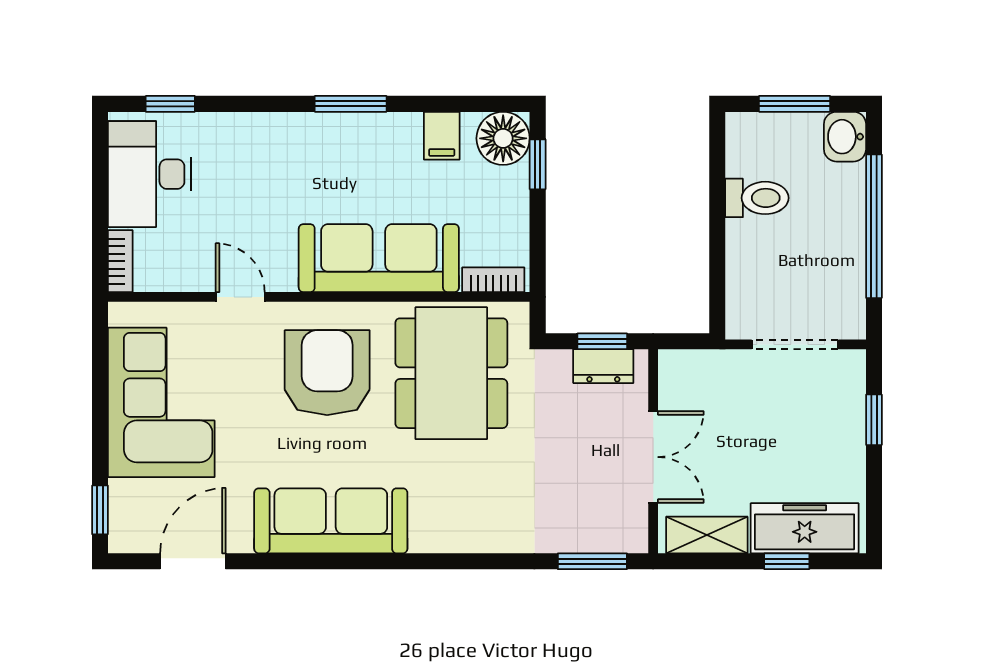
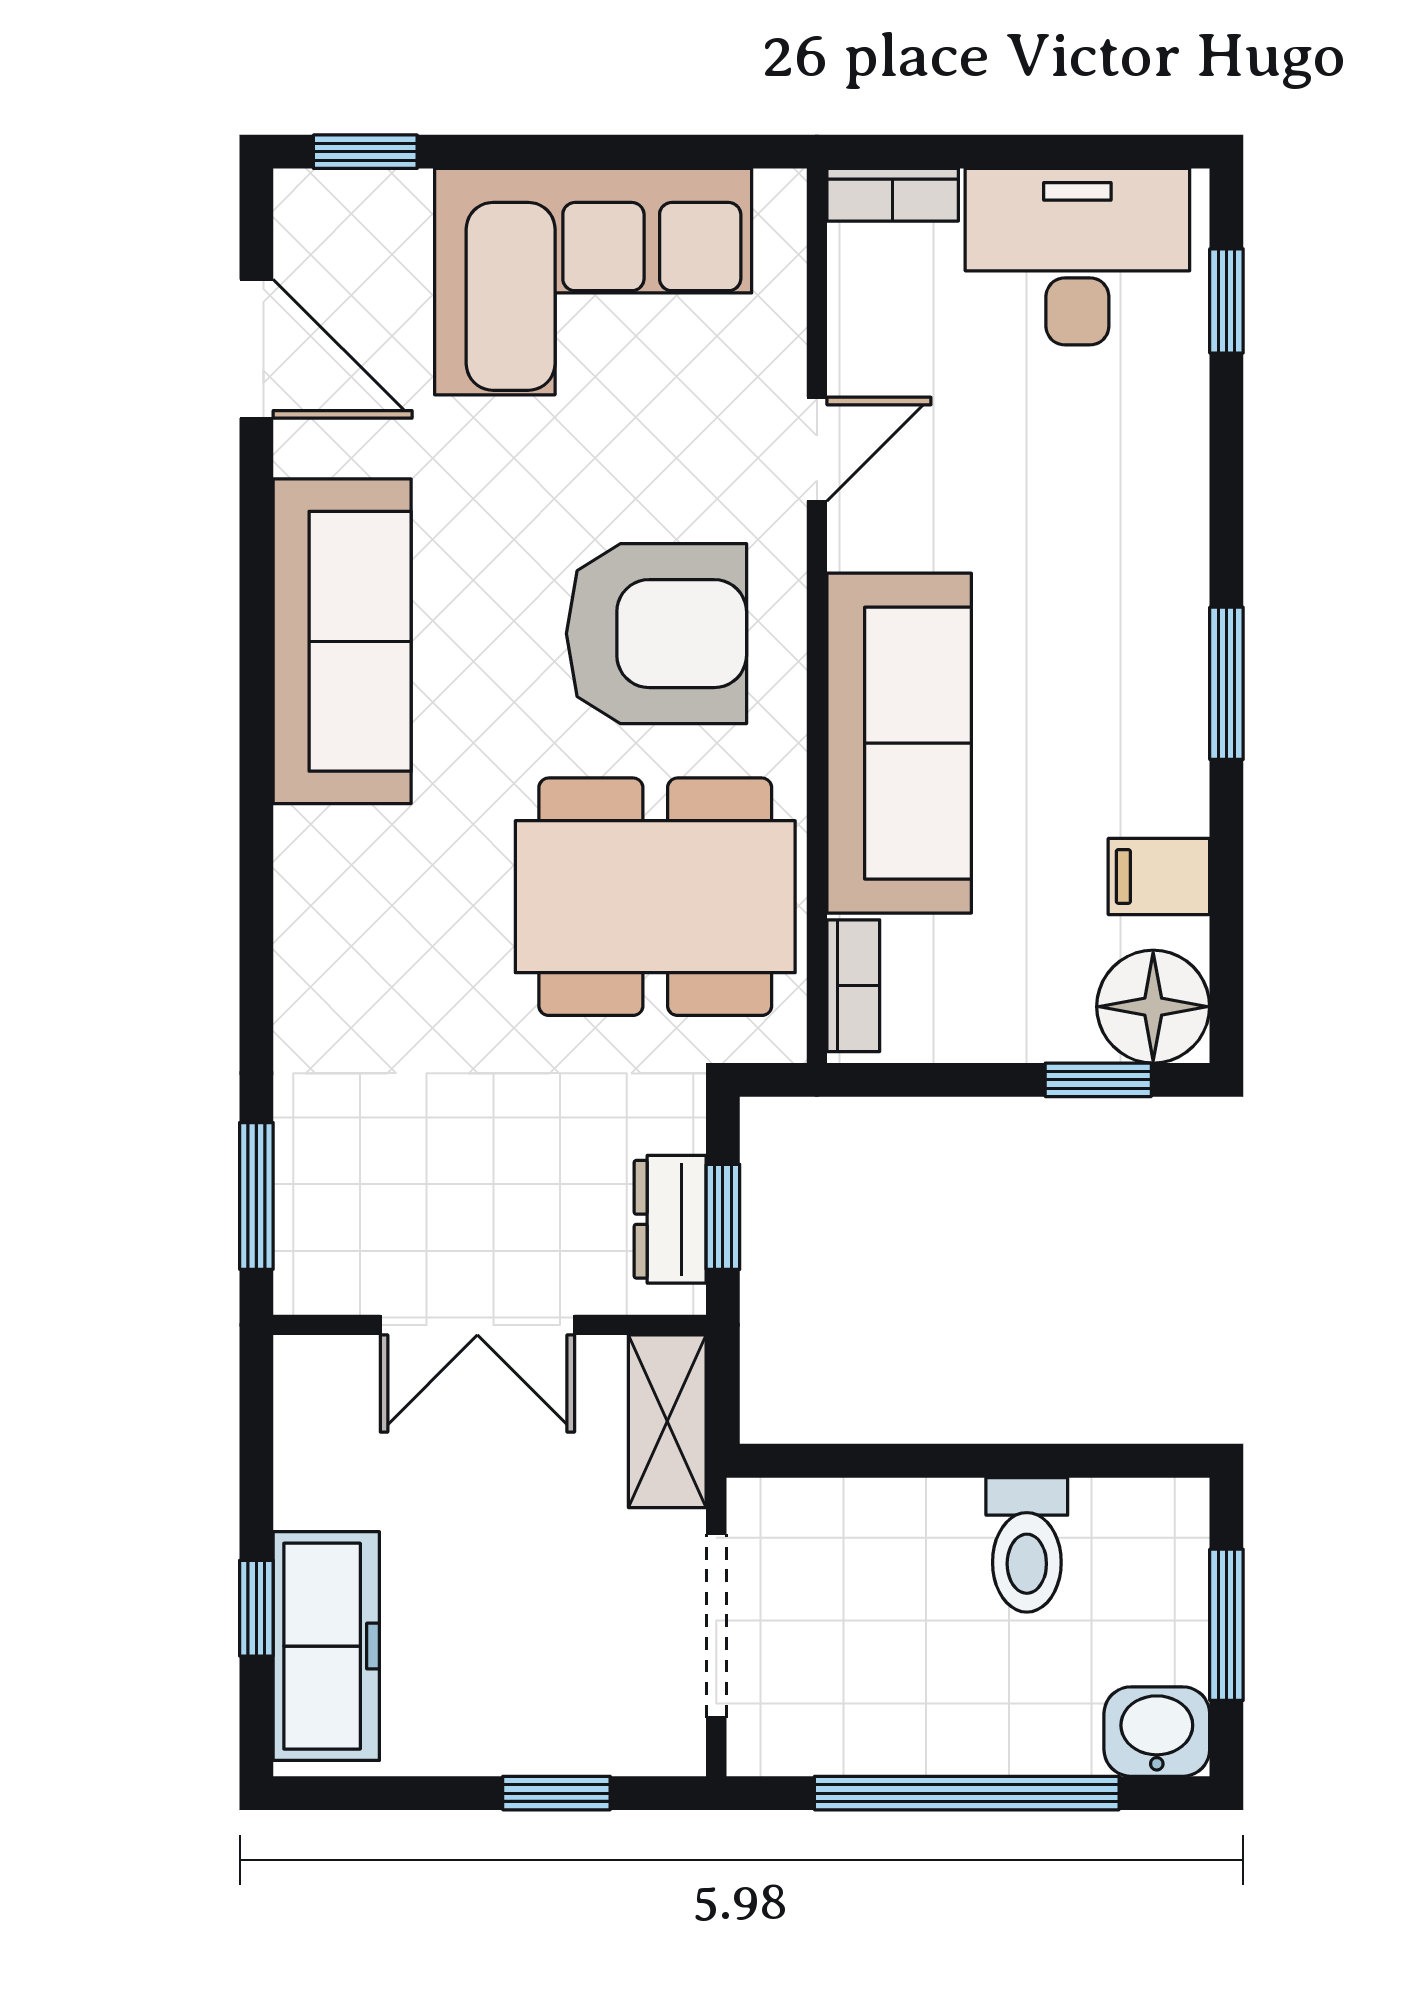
shelving: (707, 535) -> (667, 1421), moved

